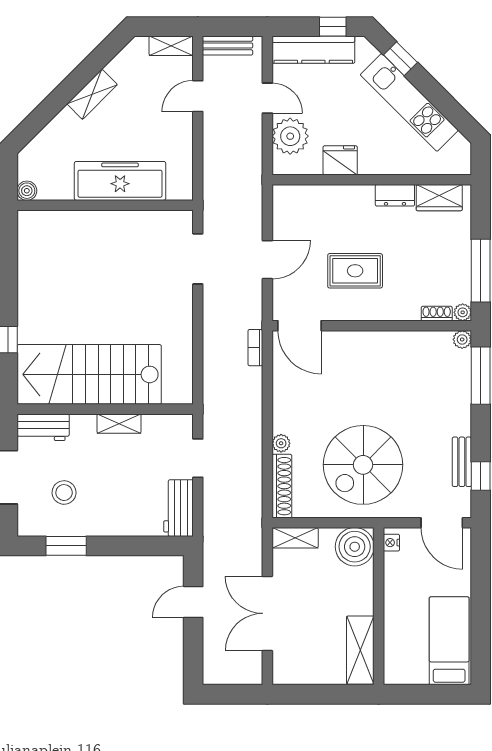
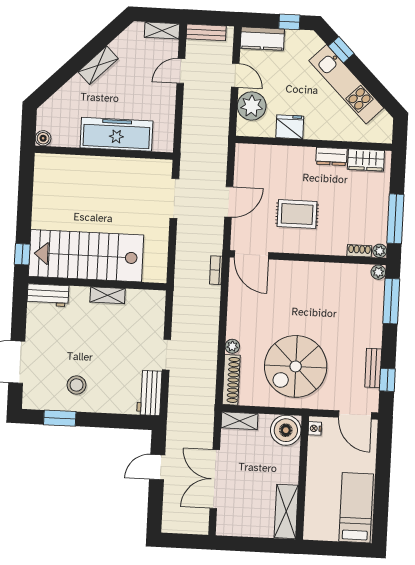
kitchen counter: (313, 50) -> (262, 39), width x0.67
stairs: (89, 374) -> (86, 256), moved
wall: (105, 409) -> (97, 283), moved
shelving: (119, 424) -> (108, 295), moved
workbench: (43, 427) -> (48, 295), moved
stool: (64, 493) -> (77, 385), moved

